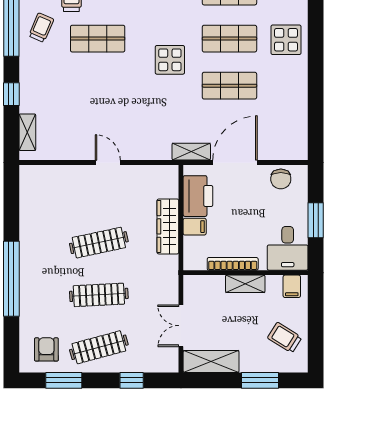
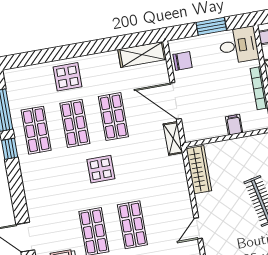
shop shelf: (98, 86) -> (132, 225), added
shelving: (297, 133) -> (142, 54), added
door: (108, 163) -> (198, 228), moved
printer: (198, 196) -> (208, 126), removed
wardrobe: (168, 226) -> (199, 170), moved, turned -90

